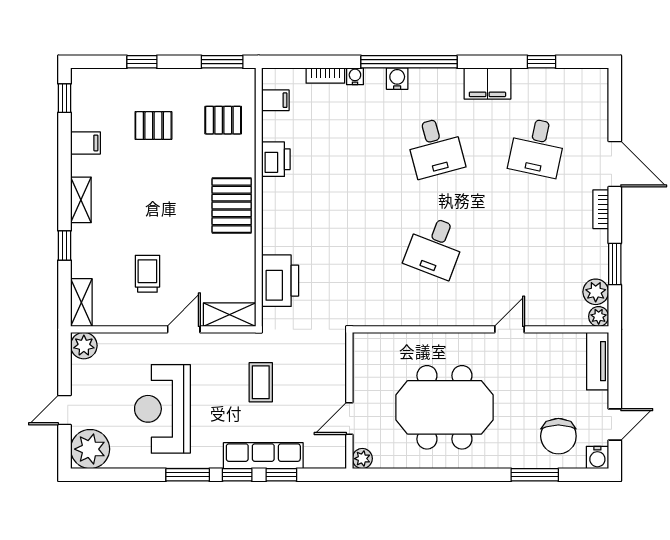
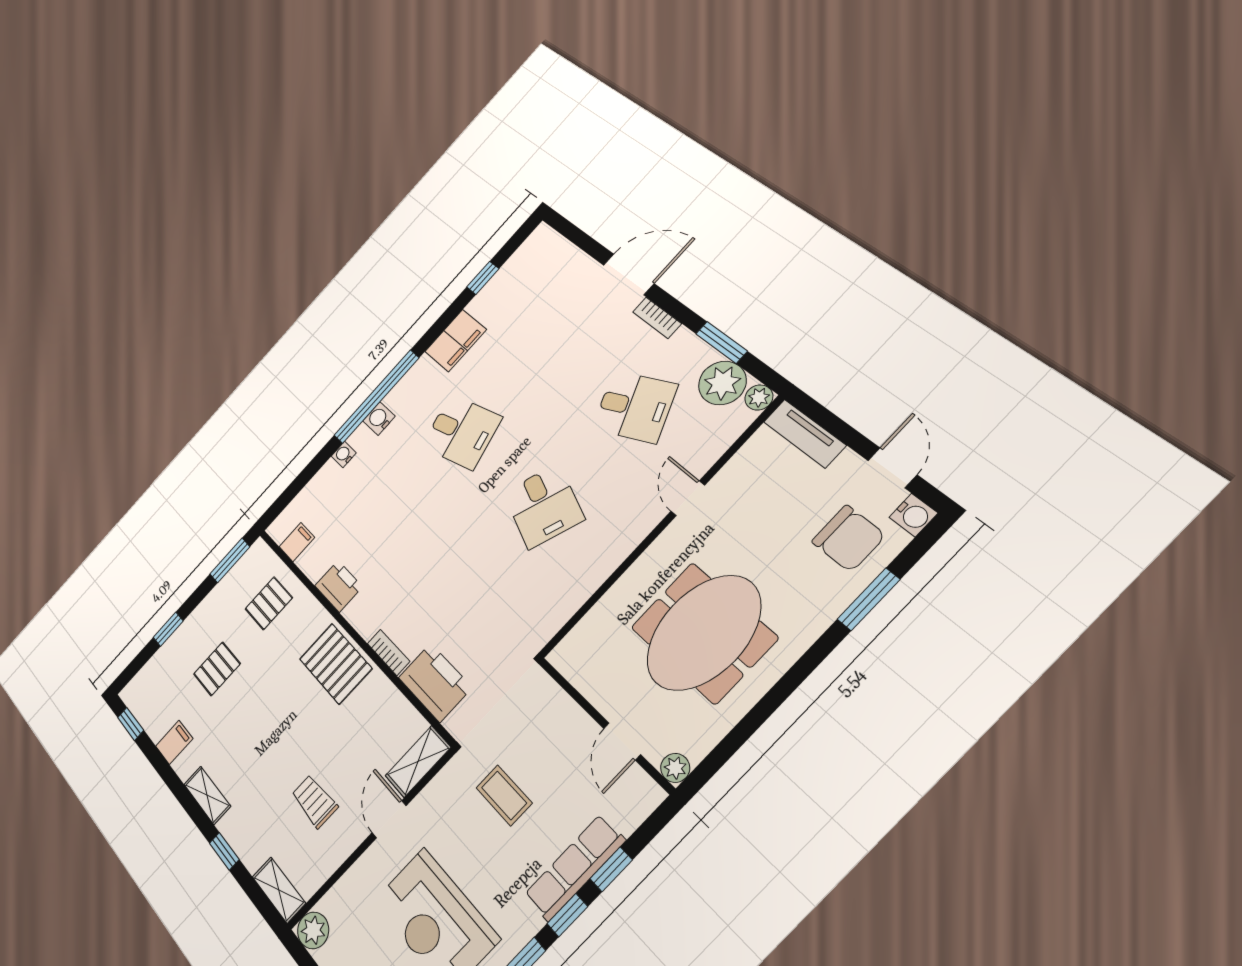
bookcase: (325, 75) -> (389, 652), moved, turned -90
desk: (537, 147) -> (635, 407), moved, turned -36
plant: (596, 292) -> (722, 383), width x1.36, depth x1.36

